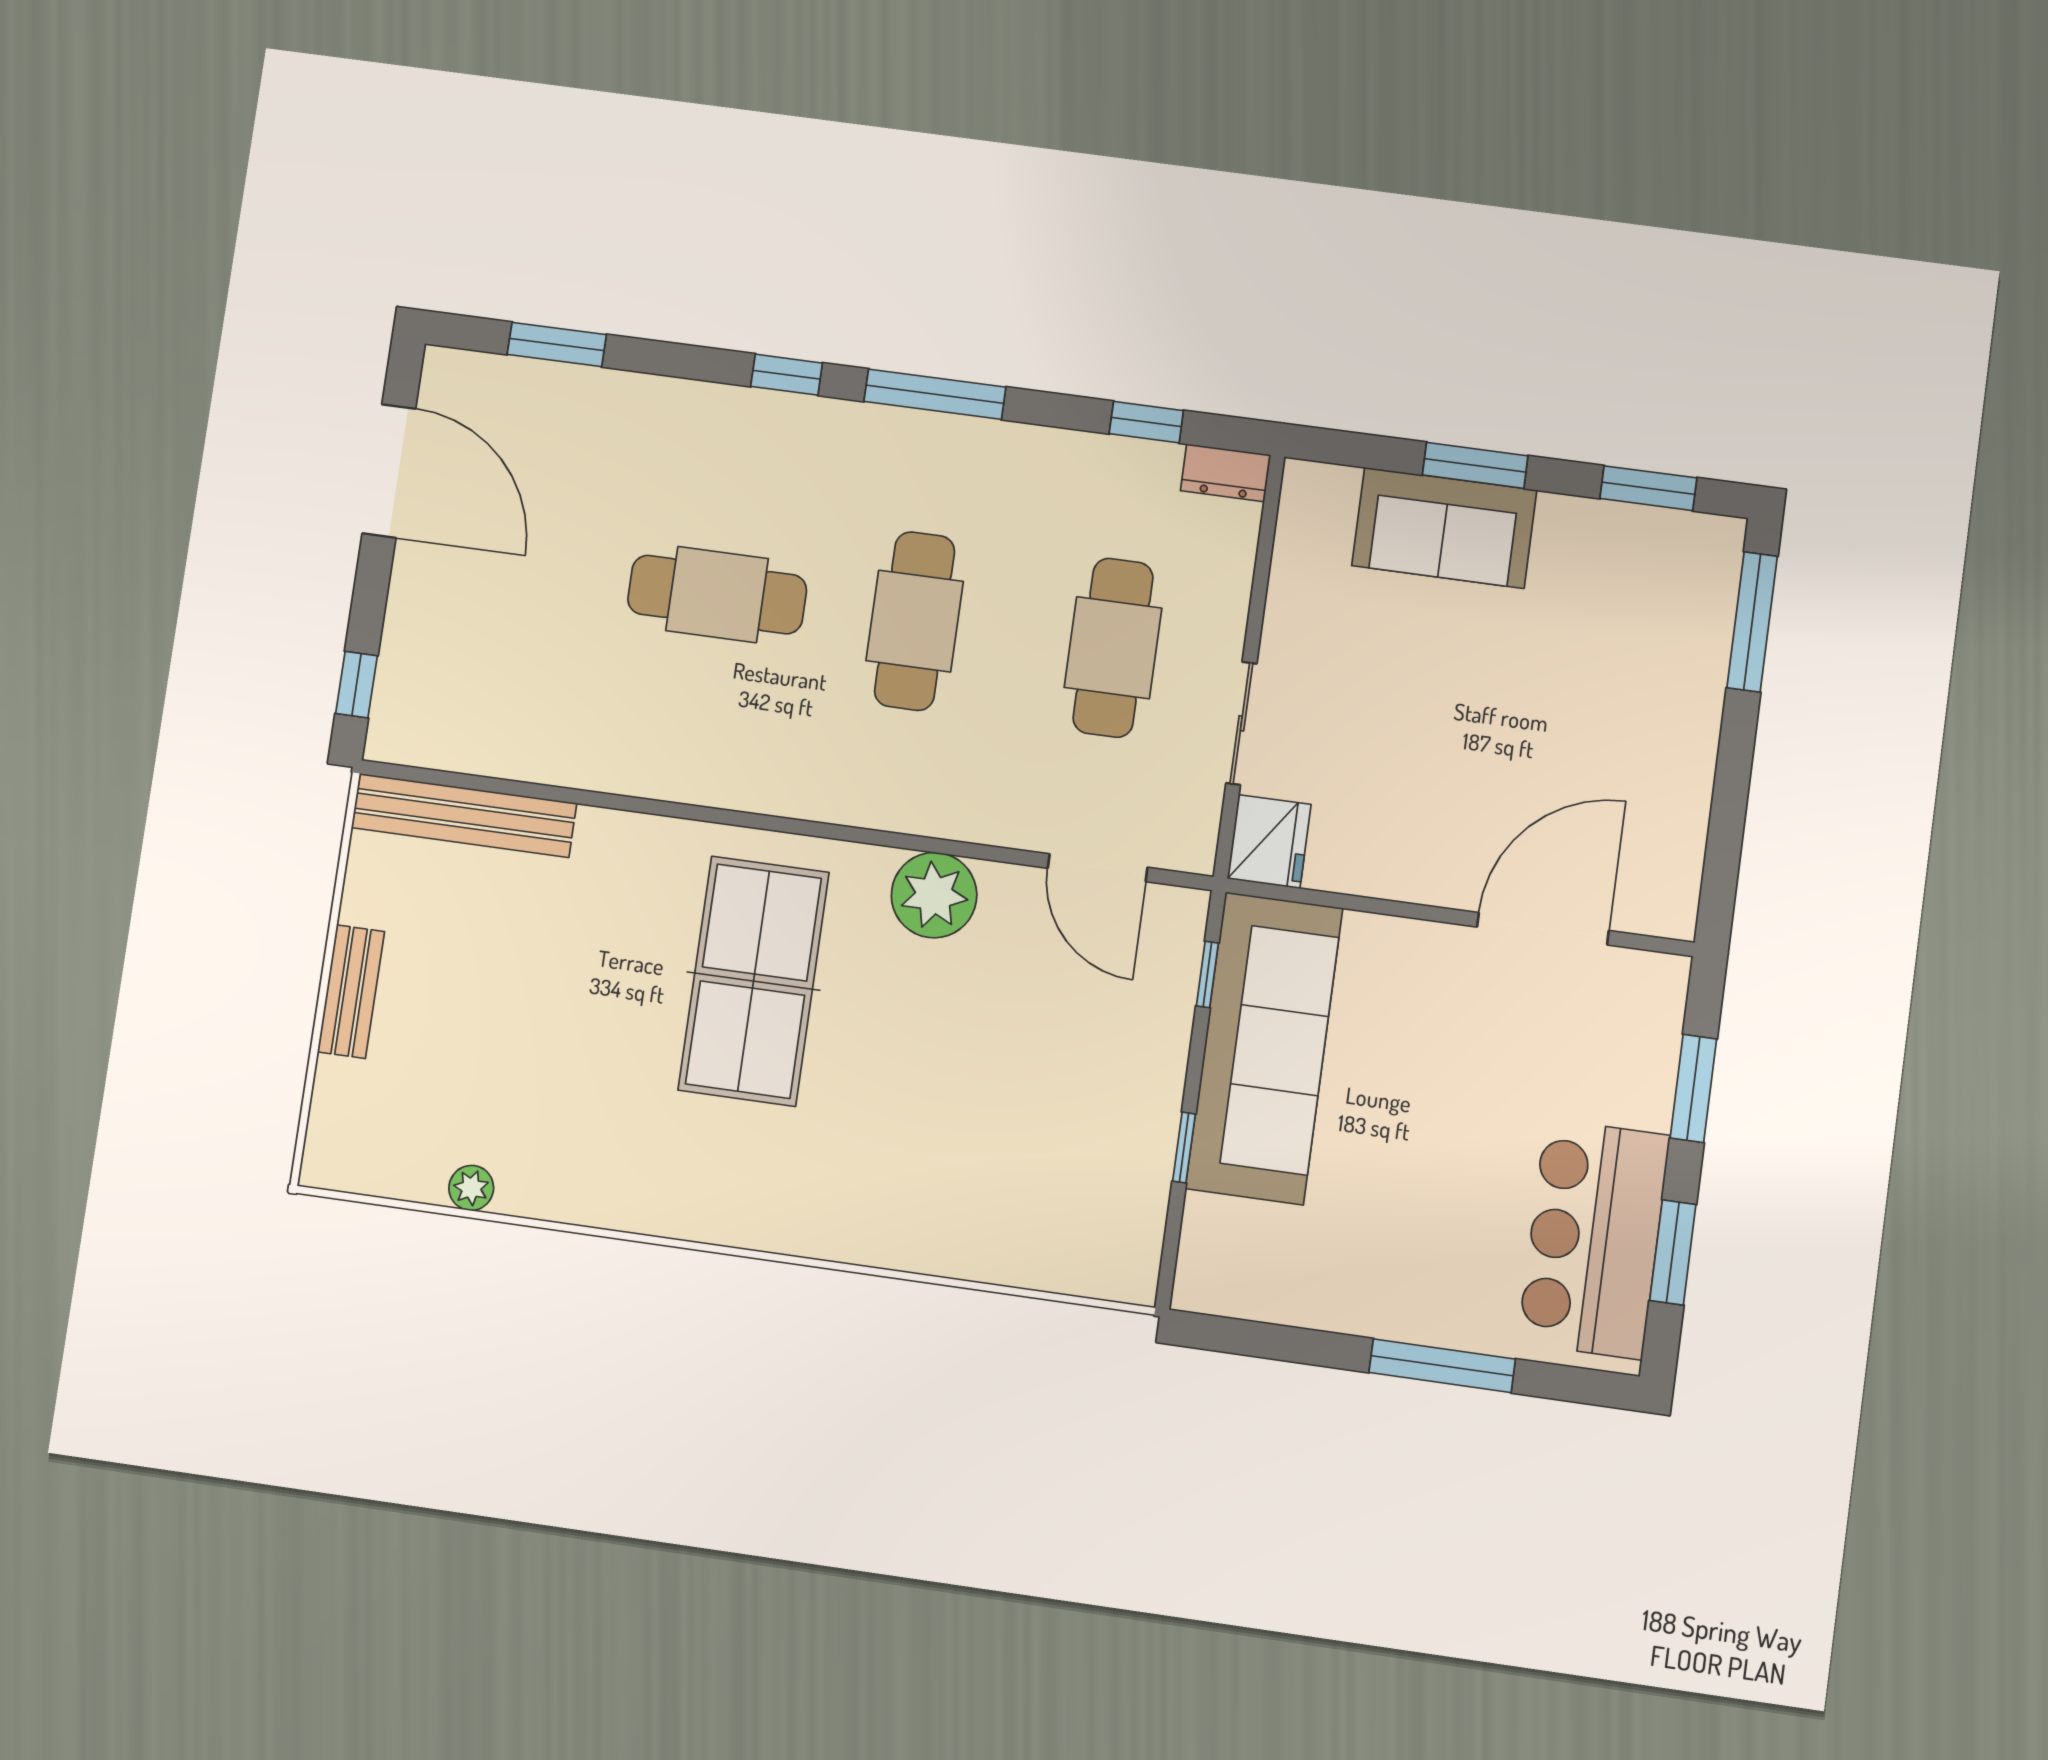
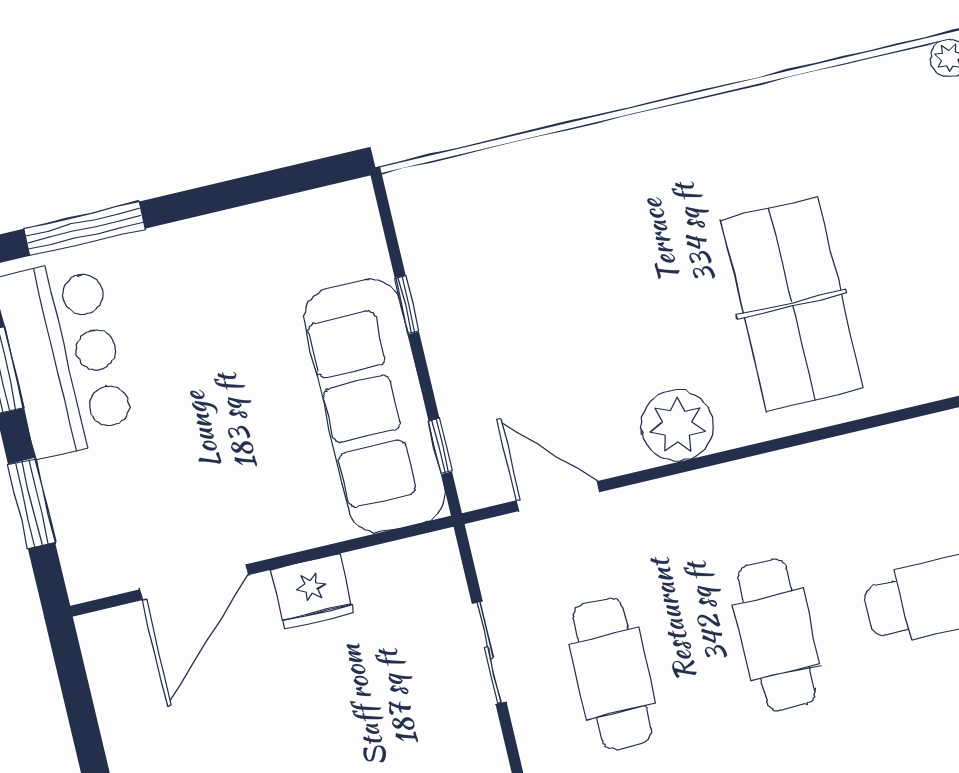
fridge: (1269, 842) -> (312, 591), moved, turned -90
window: (1442, 1366) -> (85, 229), moved

